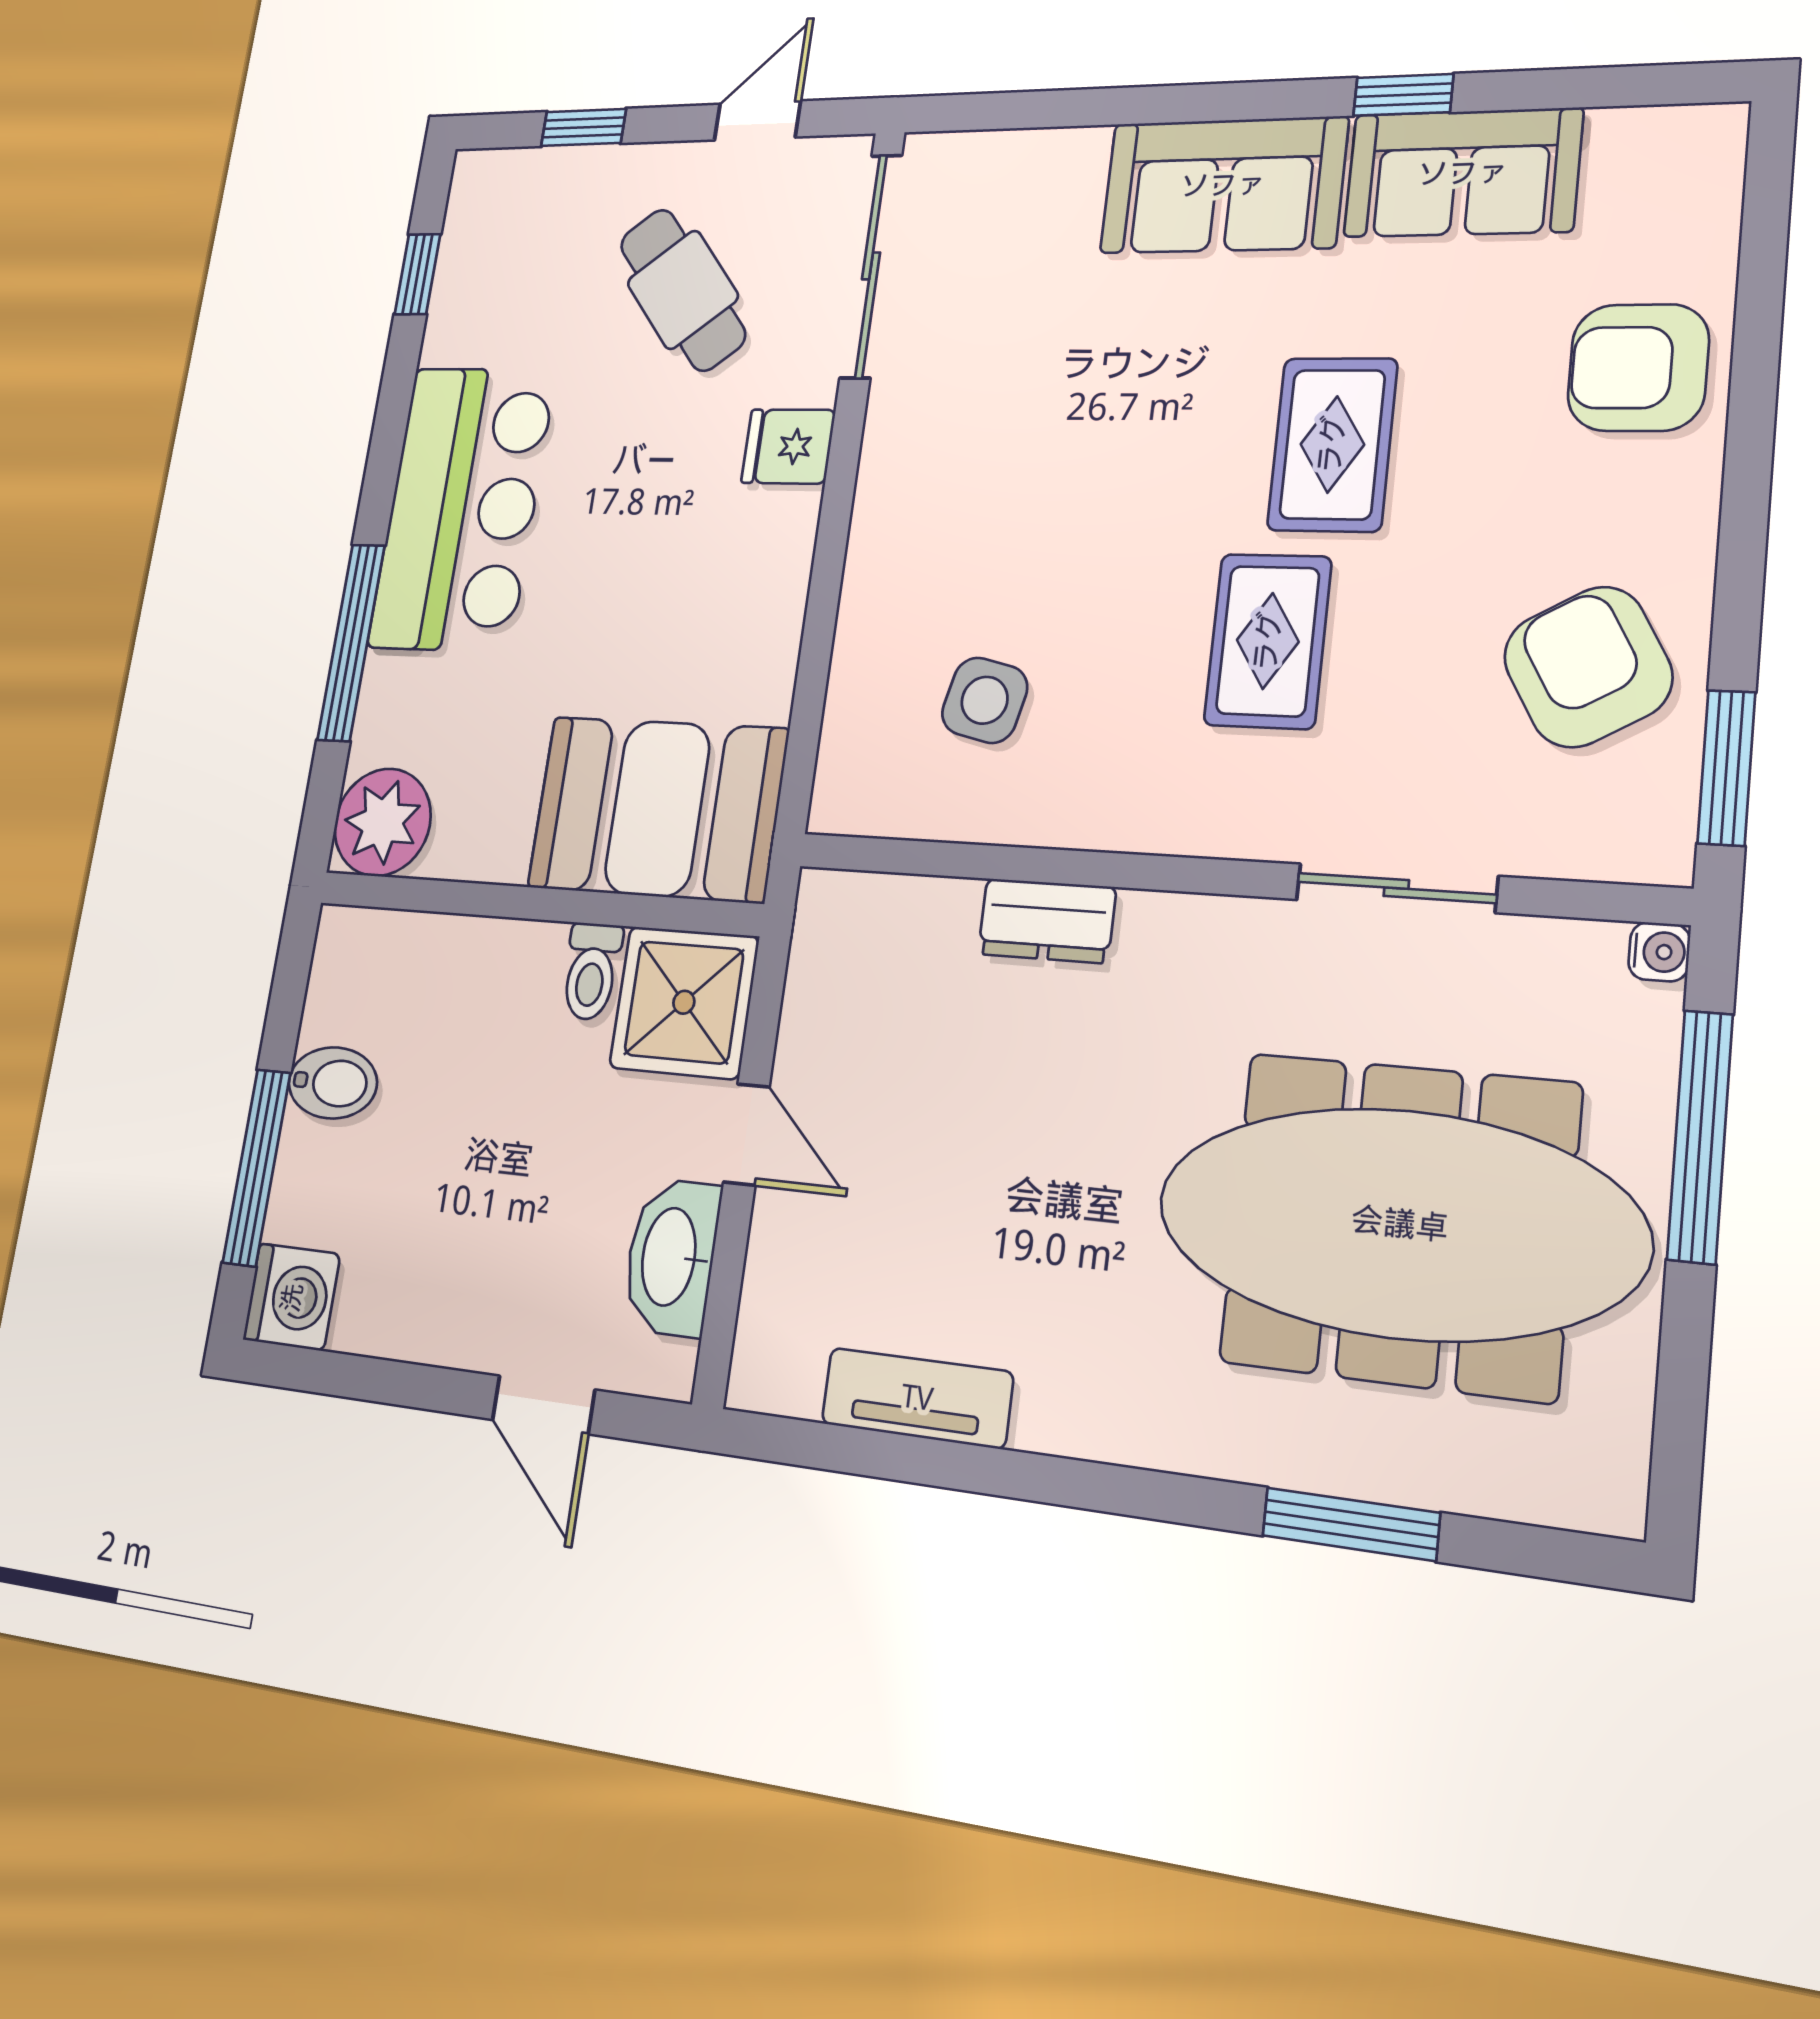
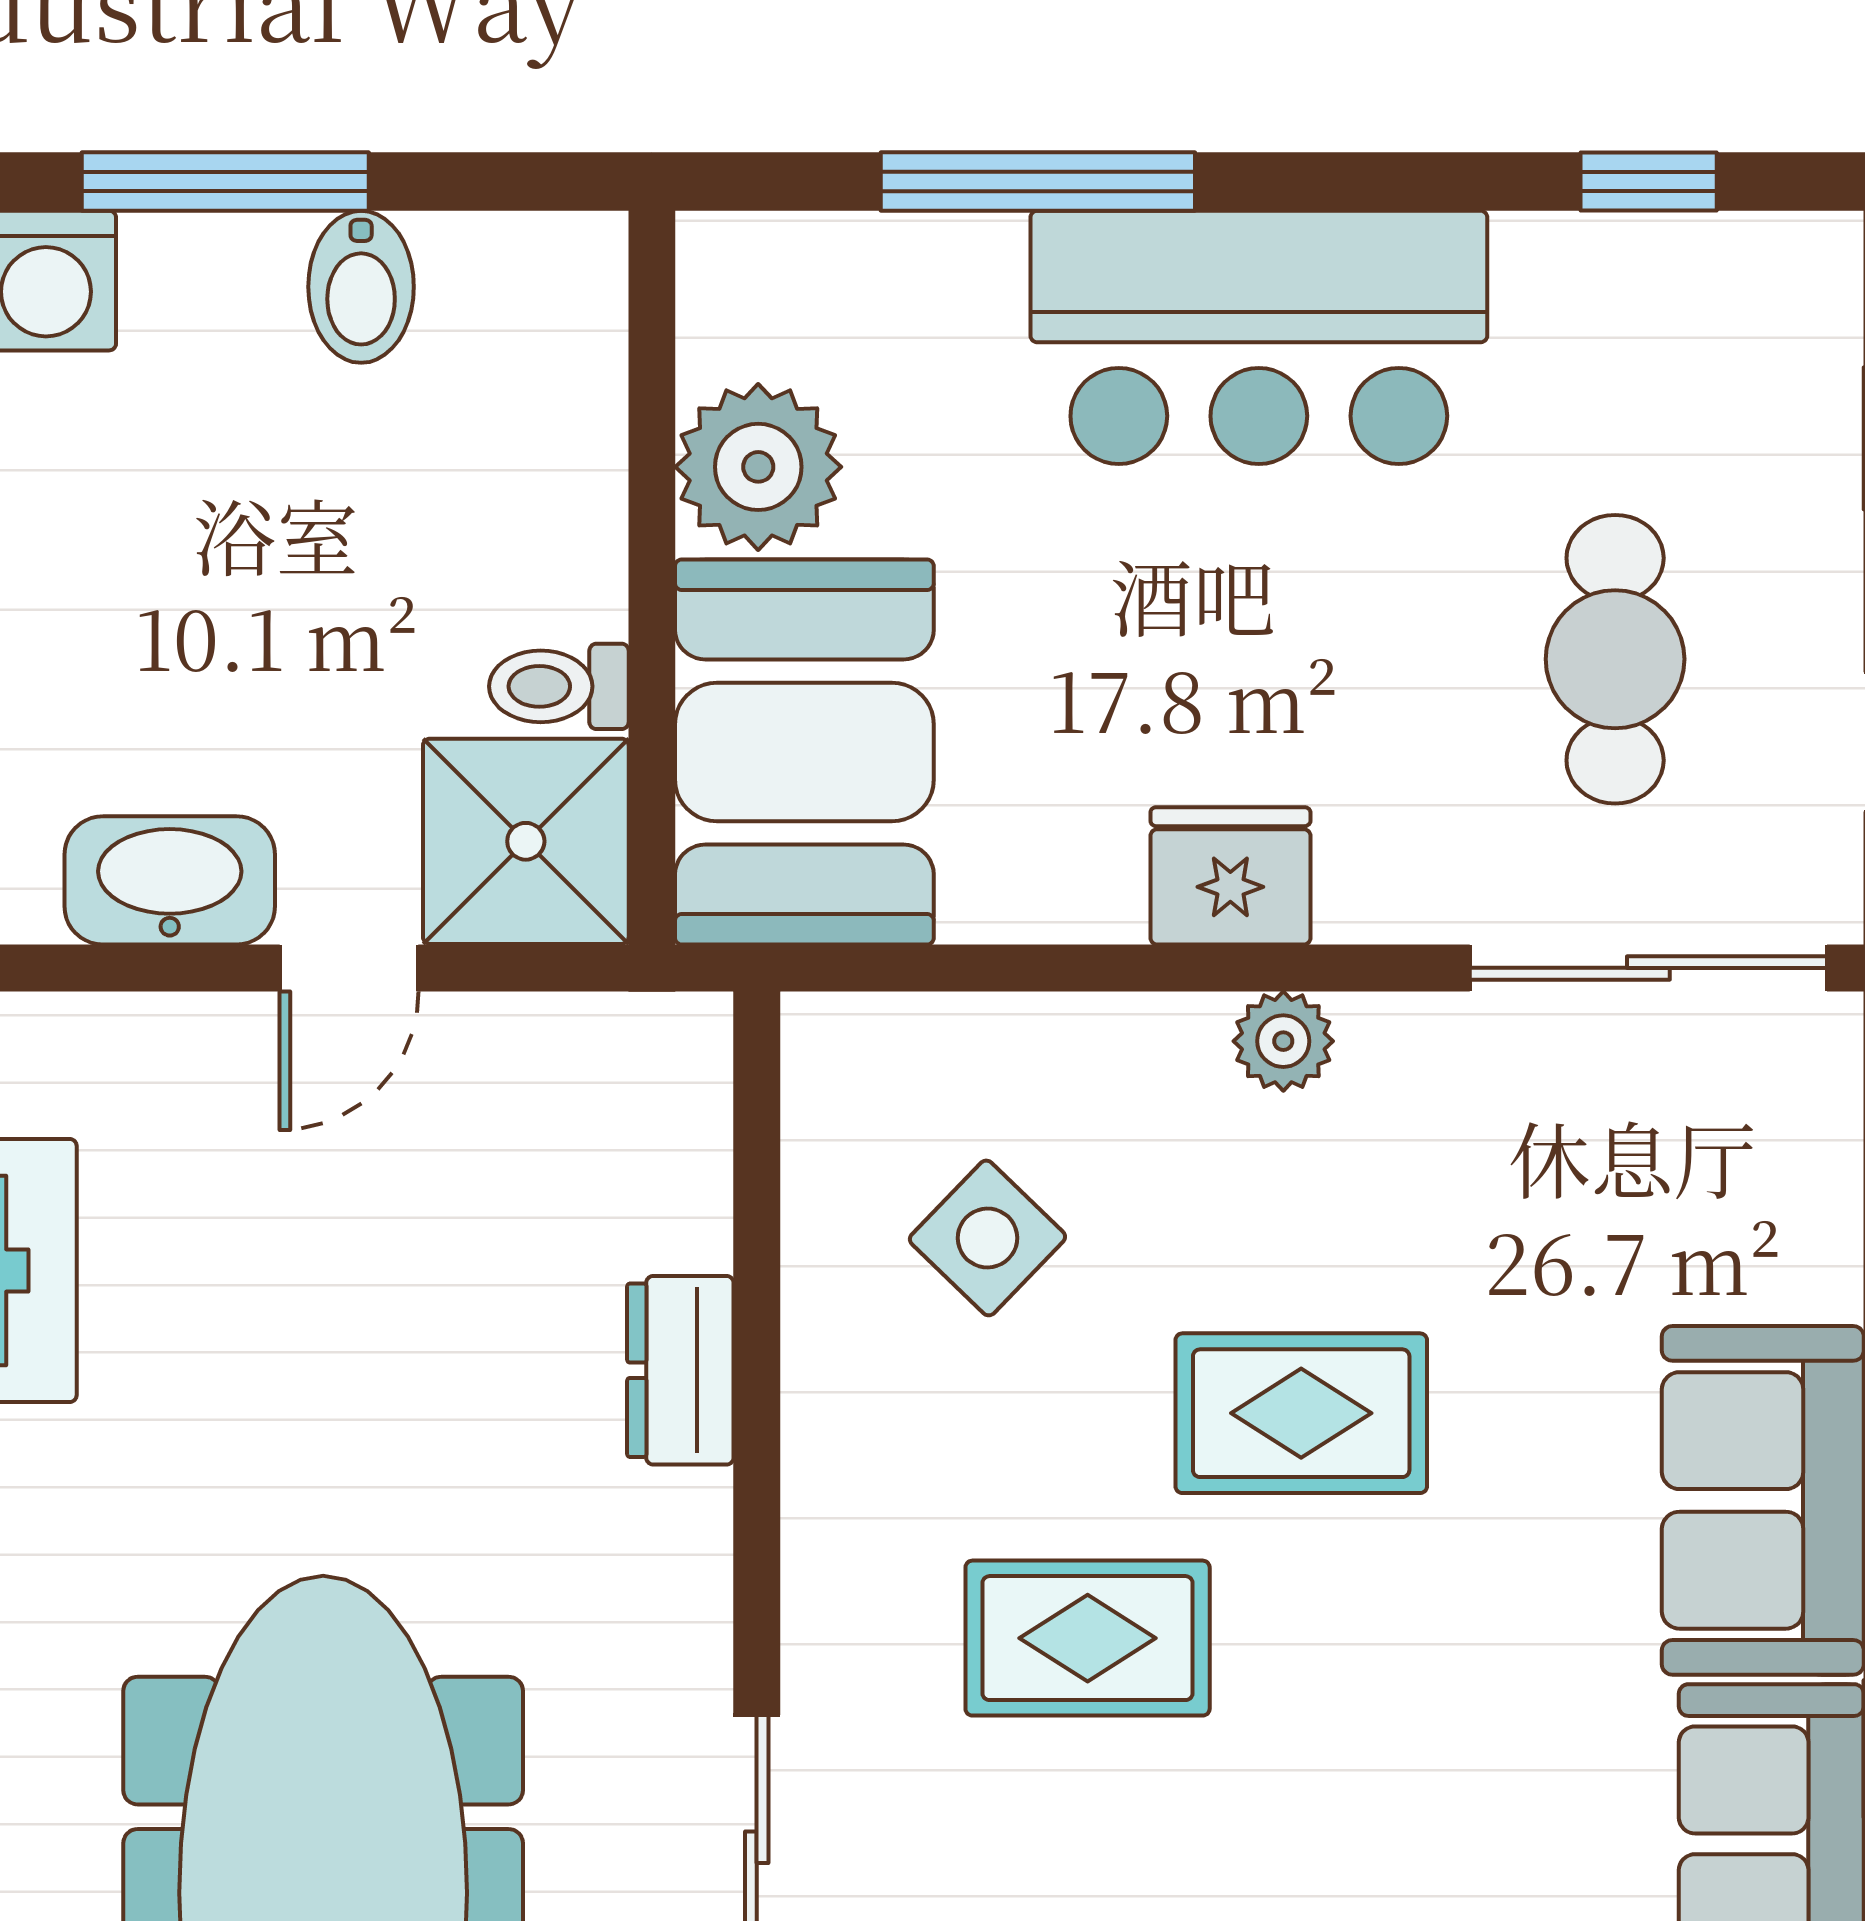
cafe table: (683, 290) -> (1615, 659), turned -51
rug: (1332, 444) -> (1301, 1413), moved
fridge: (788, 446) -> (1230, 876), moved, width x1.38
plant: (884, 499) -> (1283, 1041), added
side table: (985, 700) -> (987, 1238), turned 31
plant: (382, 822) -> (758, 467), moved

